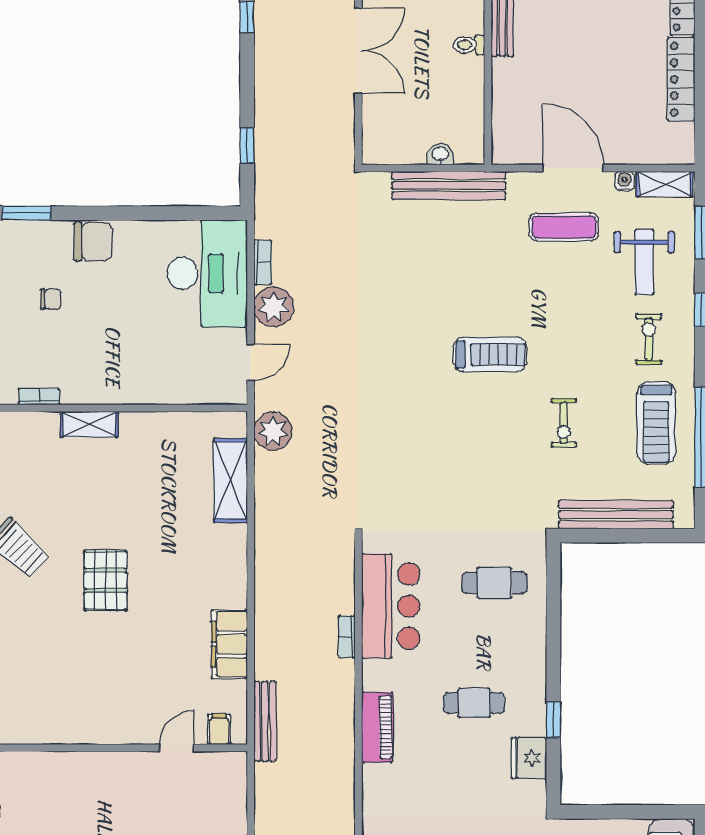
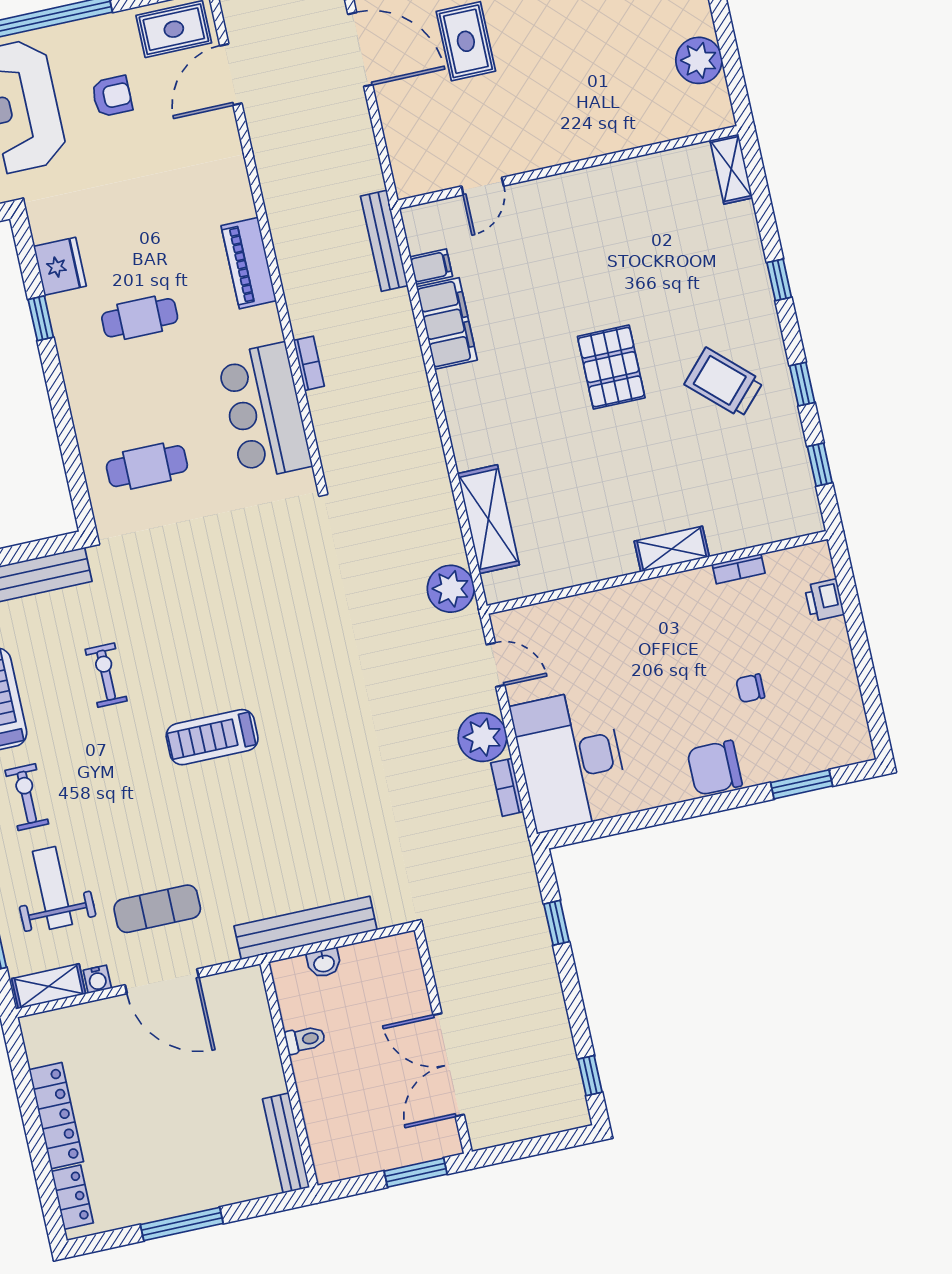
toilet: (469, 45) -> (305, 1040), moved
exercise bike: (649, 339) -> (27, 797), turned 180
door: (251, 363) -> (495, 665), swing flipped
filing cabinet: (219, 729) -> (431, 267), moved, turned -90

